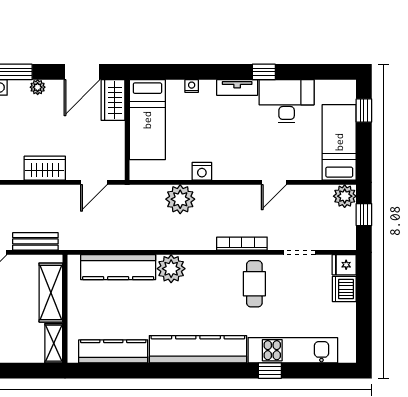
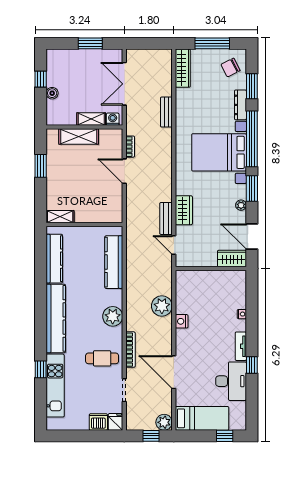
bed: (147, 120) -> (218, 283), removed
door: (274, 182) -> (174, 372), width x1.88
bench: (35, 241) -> (166, 218), moved
plant: (171, 269) -> (113, 316), moved
shelving: (51, 293) -> (96, 215), removed

